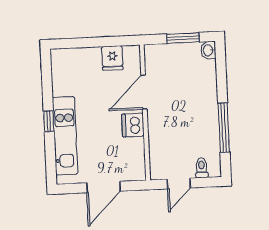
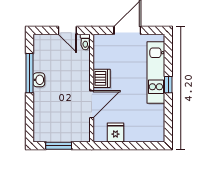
washbasin: (208, 50) -> (39, 80), moved
toilet: (202, 168) -> (85, 42), moved
door: (179, 183) -> (67, 30), swing flipped

